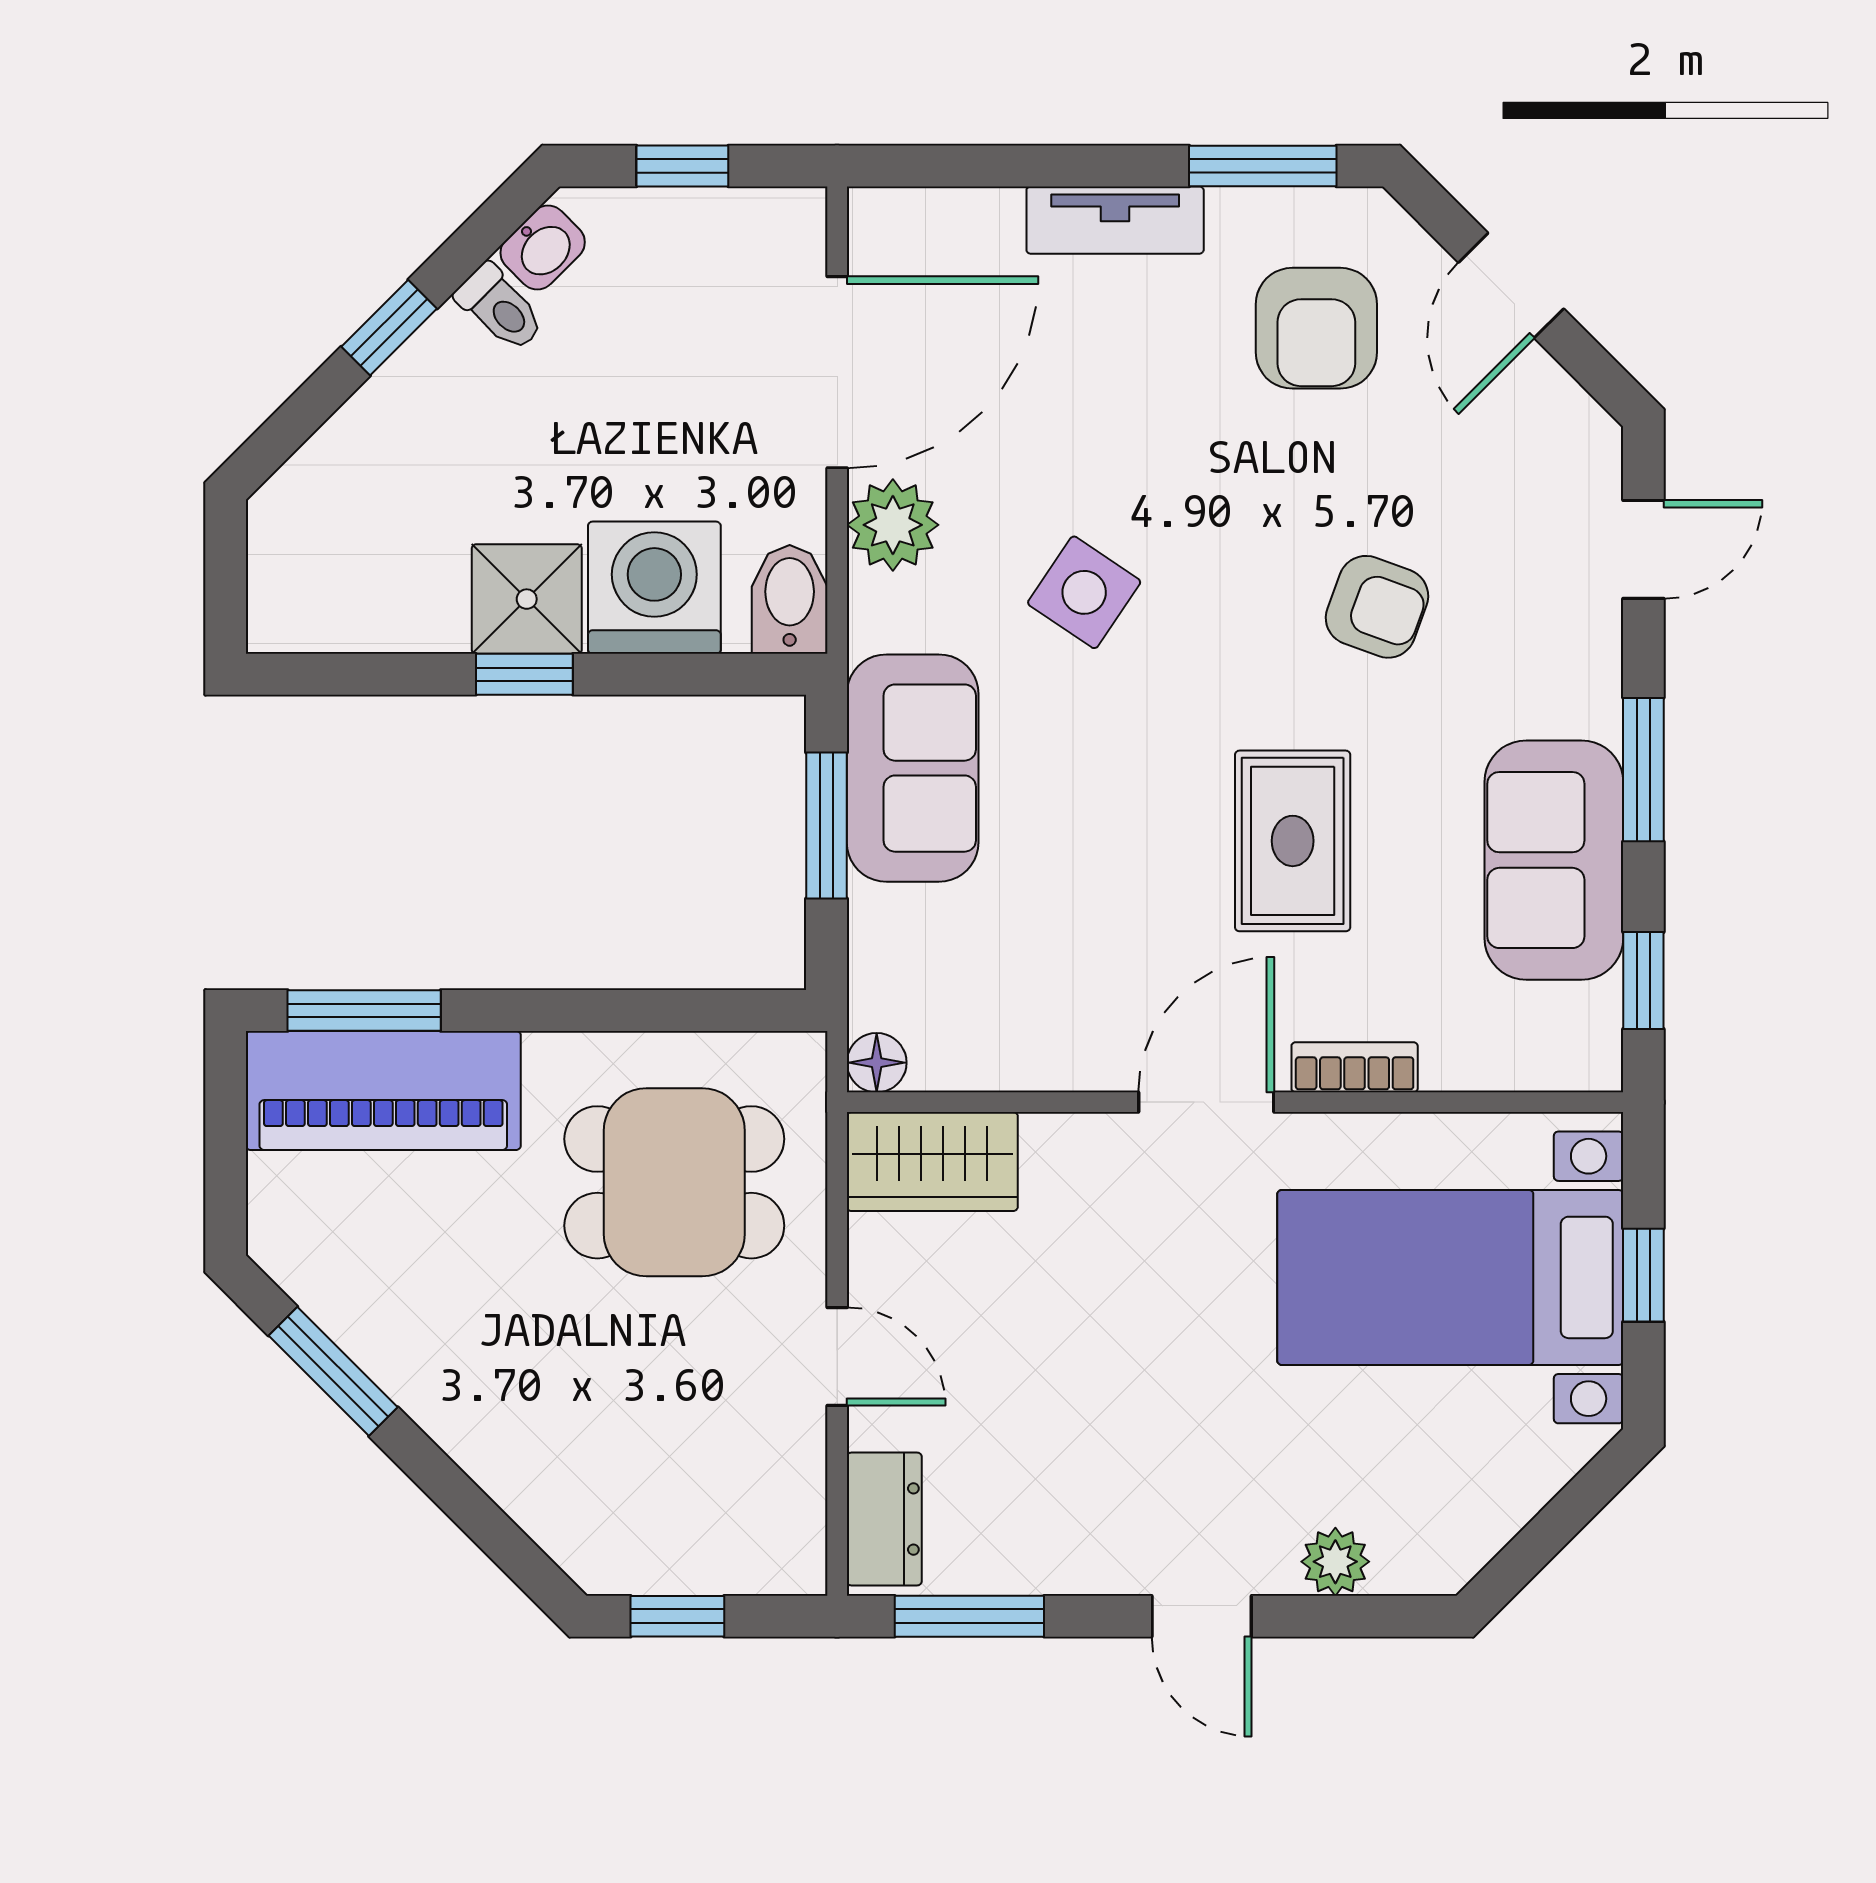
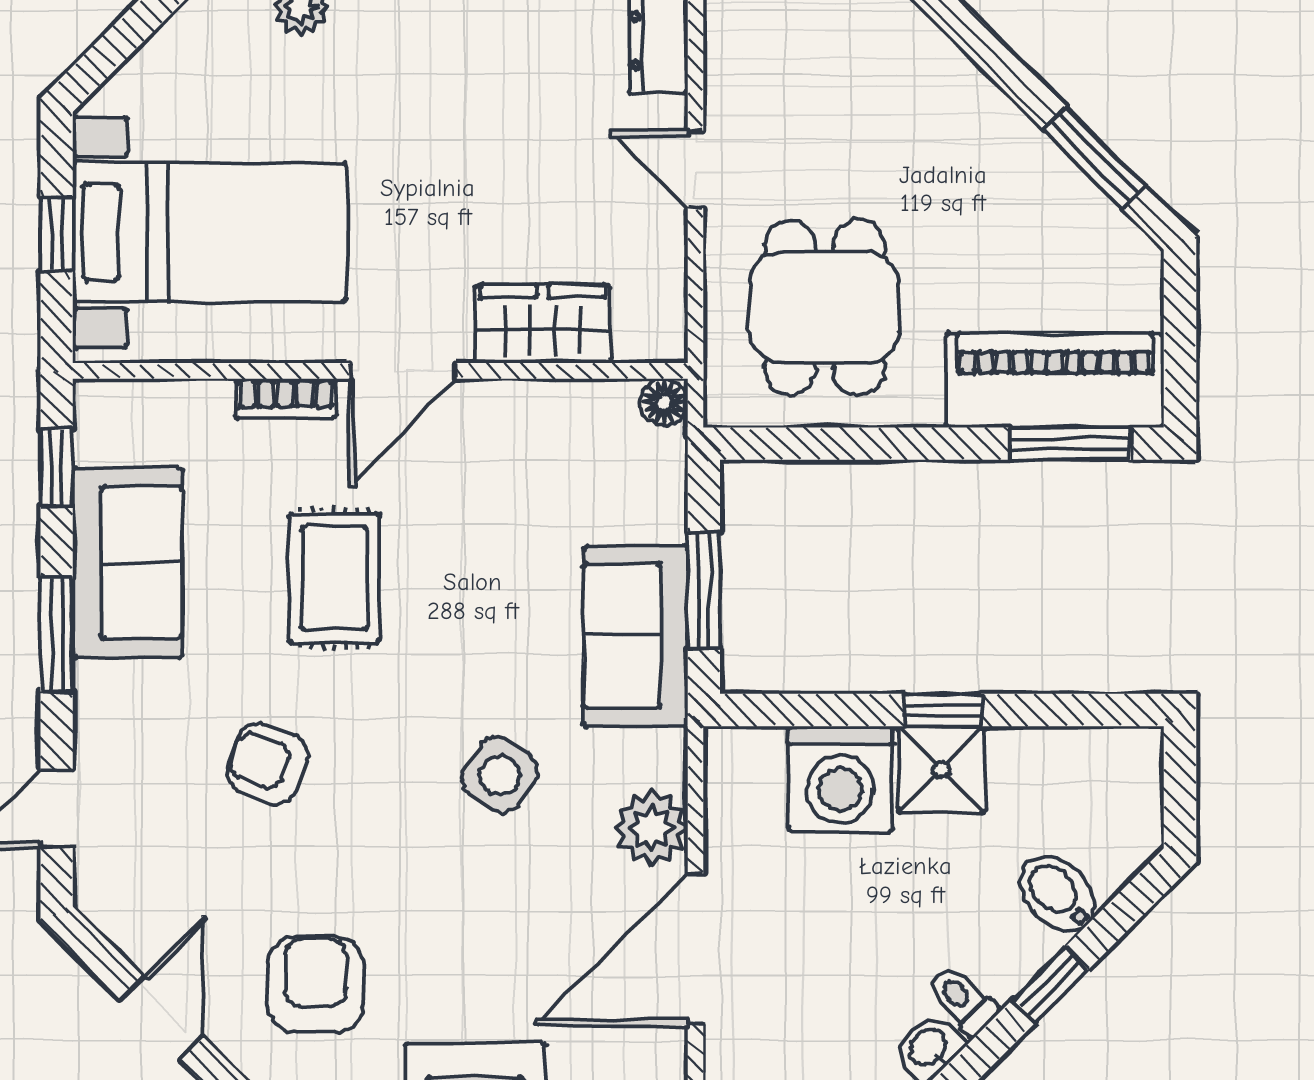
bidet: (790, 599) -> (1058, 894), moved, turned 135
wardrobe: (932, 1162) -> (542, 324), moved
dining table: (674, 1182) -> (824, 307), turned 90

